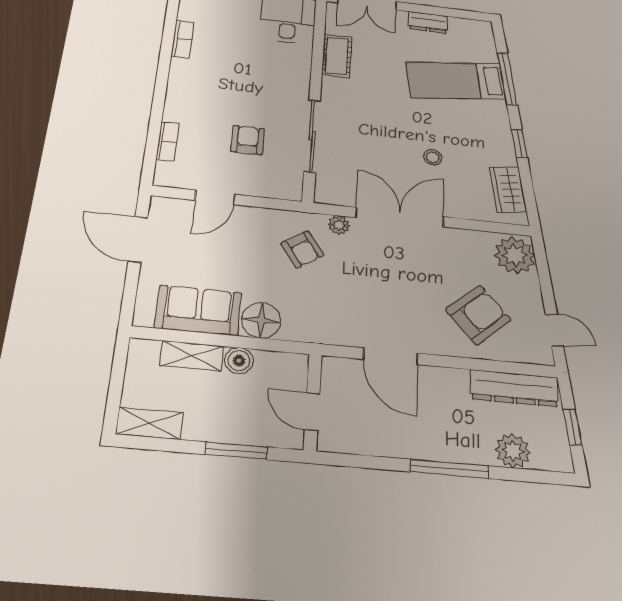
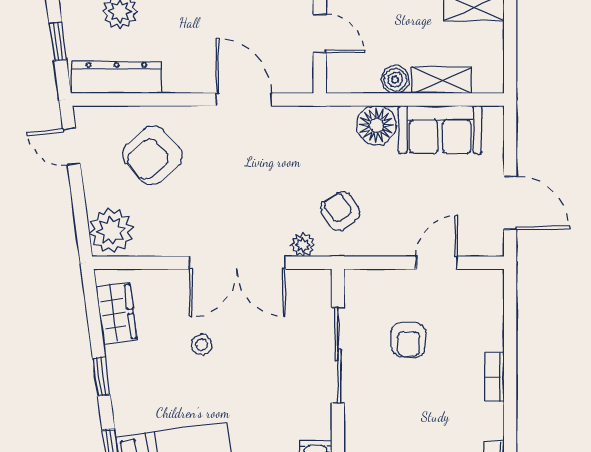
bookcase: (168, 141) -> (494, 377), moved

